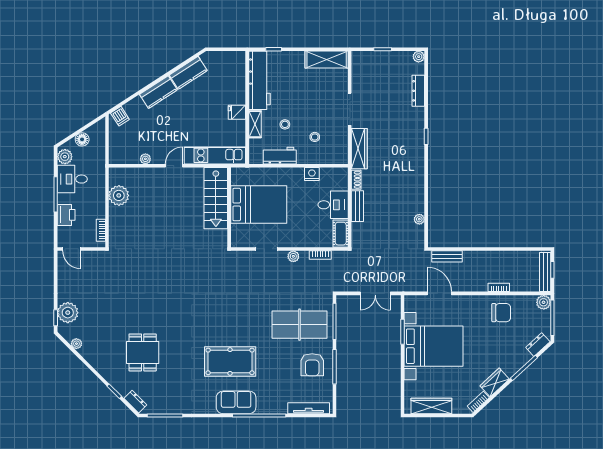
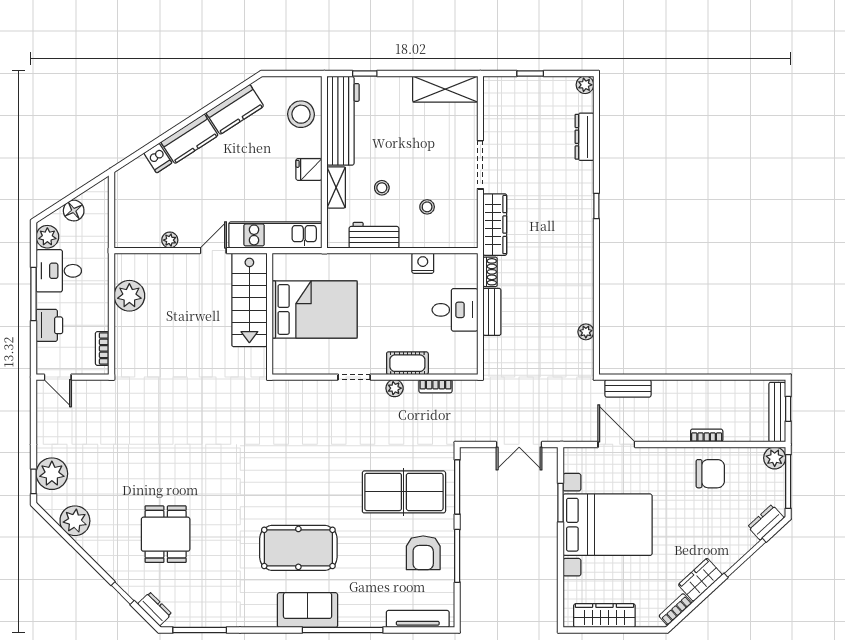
stool: (232, 76) -> (301, 114), added
dishwasher: (120, 116) -> (158, 158), moved
stairs: (216, 198) -> (249, 300), moved
bed: (259, 205) -> (315, 309), moved
wall: (229, 207) -> (270, 314), moved
cot: (341, 234) -> (407, 363), moved, turned 90
plant: (76, 344) -> (75, 521), width x1.88, depth x1.88

